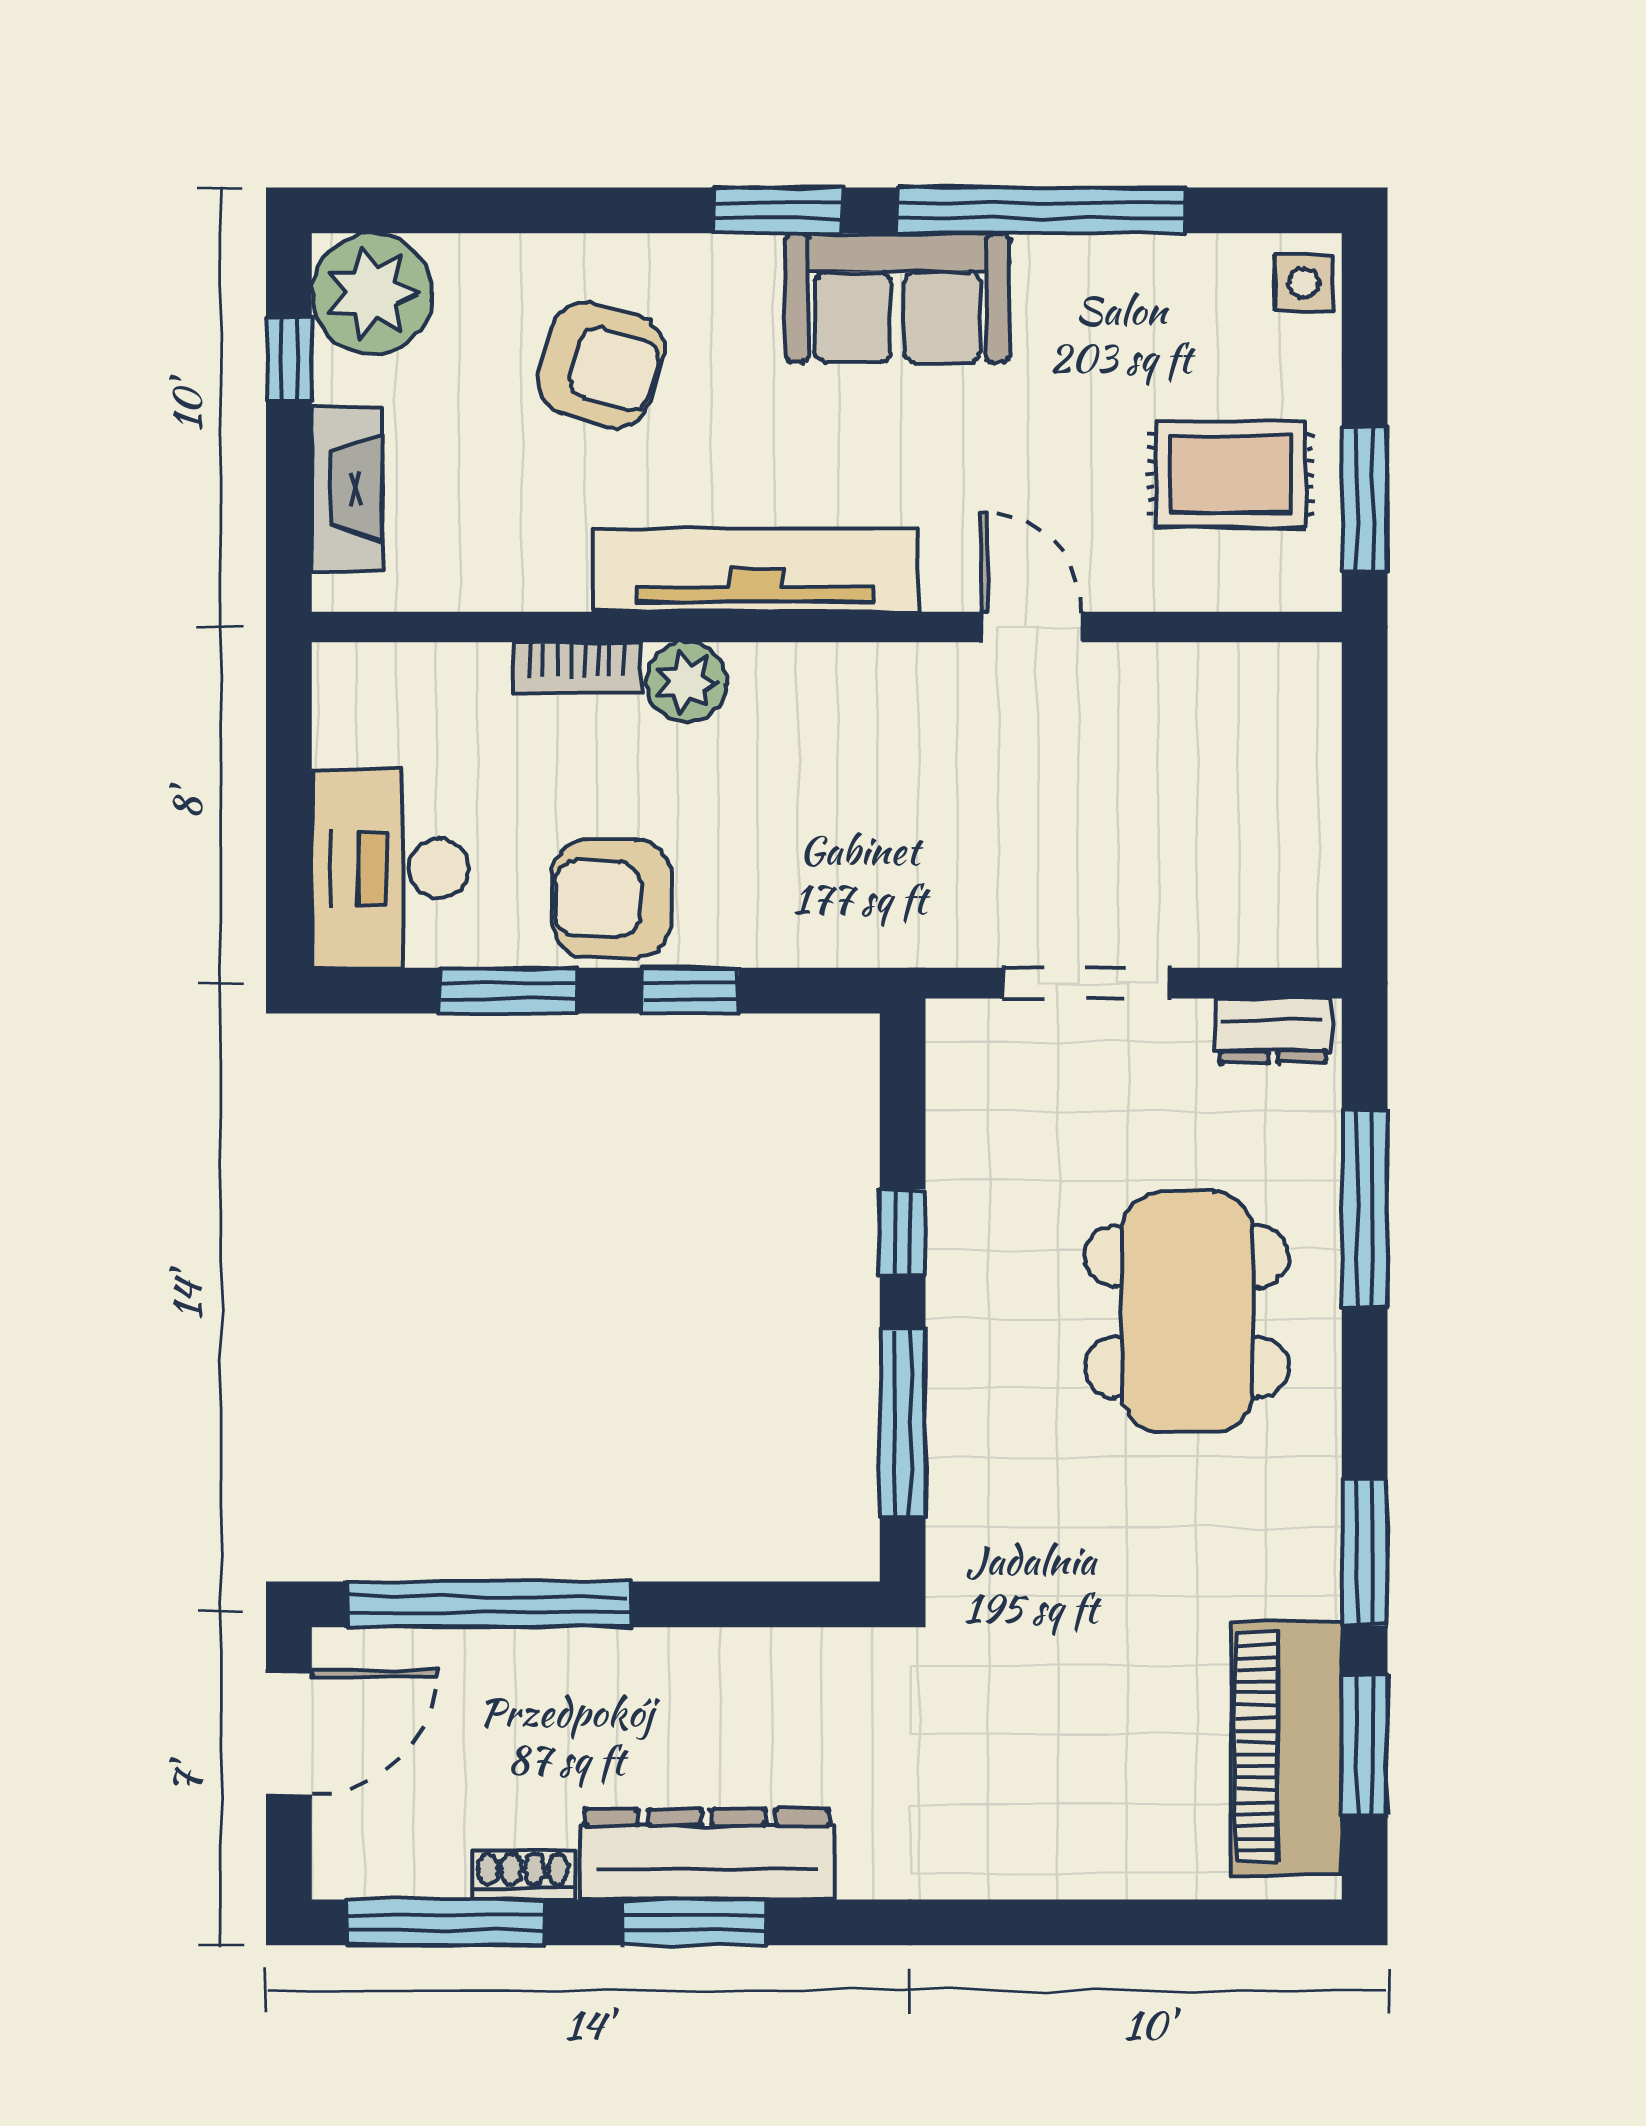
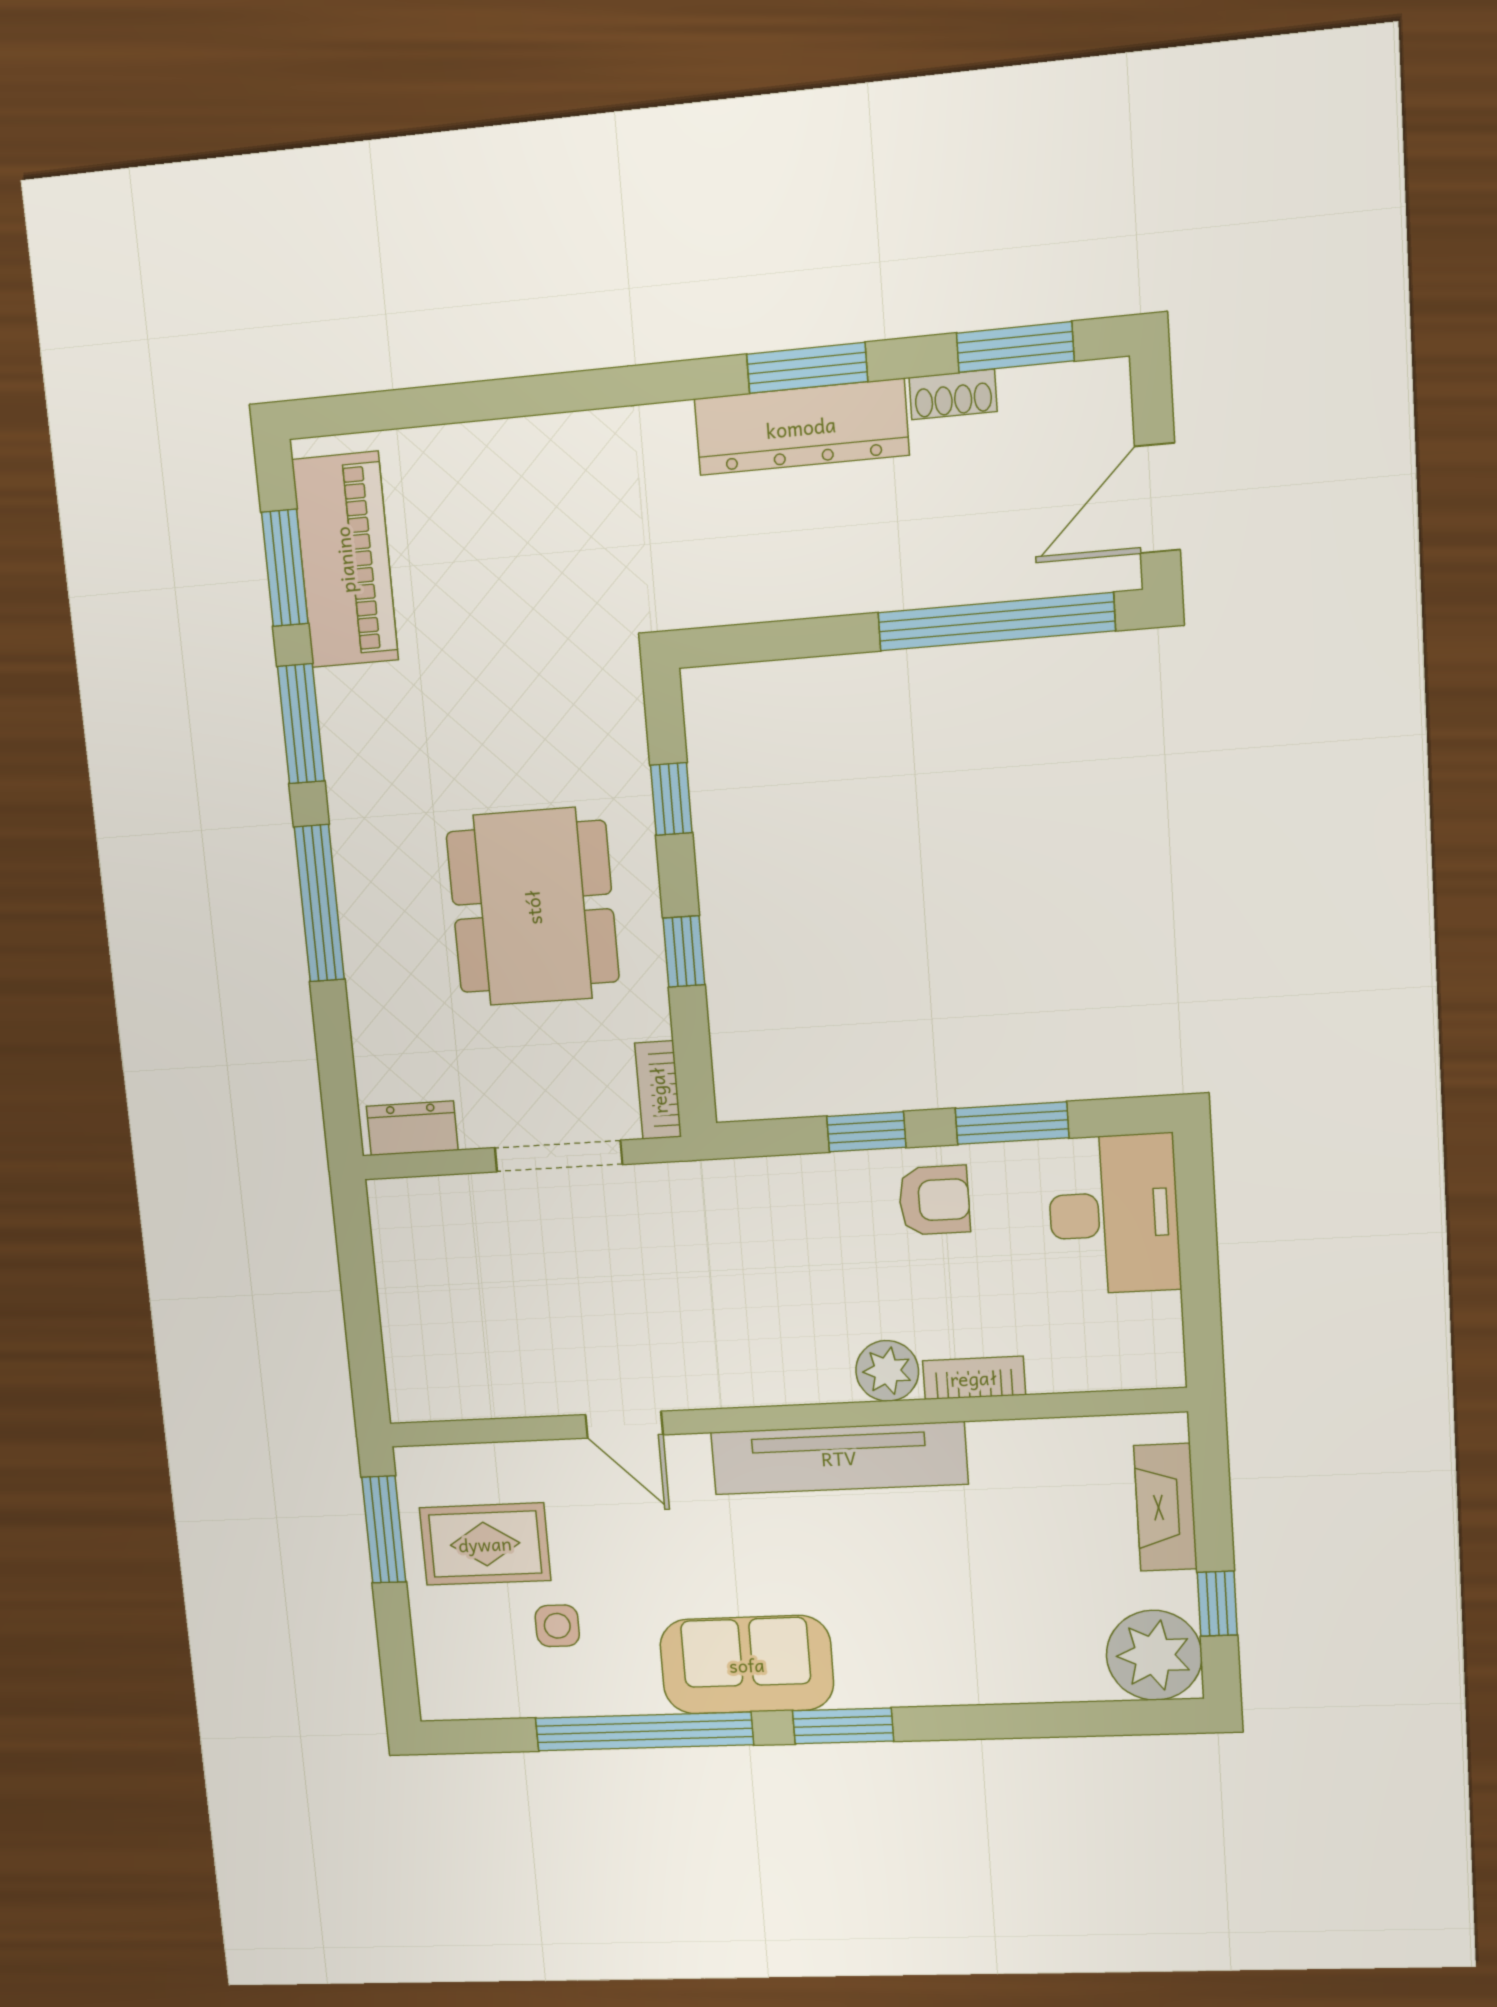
side table: (1304, 283) -> (557, 1626), moved
armchair: (601, 365) -> (971, 1608), removed
armchair: (612, 899) -> (934, 1200), width x0.72, depth x0.72
bookcase: (950, 1060) -> (658, 1090), added
window: (1365, 1209) -> (319, 903), moved
dining table: (1187, 1312) -> (533, 907), moved
window: (903, 1423) -> (671, 799), width x0.46
window: (446, 1922) -> (1015, 347), width x0.69

